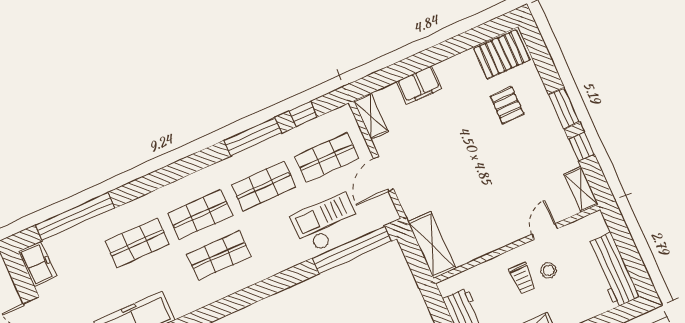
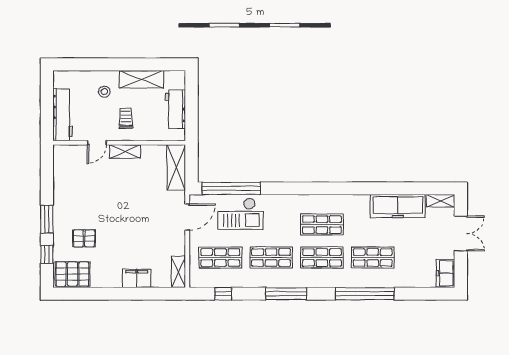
pallet: (507, 105) -> (84, 238), turned 90
window: (253, 137) -> (286, 294), moved
window: (581, 147) -> (47, 254), moved
door: (383, 174) -> (187, 217), moved
shelving: (581, 189) -> (125, 151), moved, turned 90
window: (75, 217) -> (365, 294), moved
stool: (549, 270) -> (104, 92), moved
workbench: (613, 270) -> (63, 115), moved

